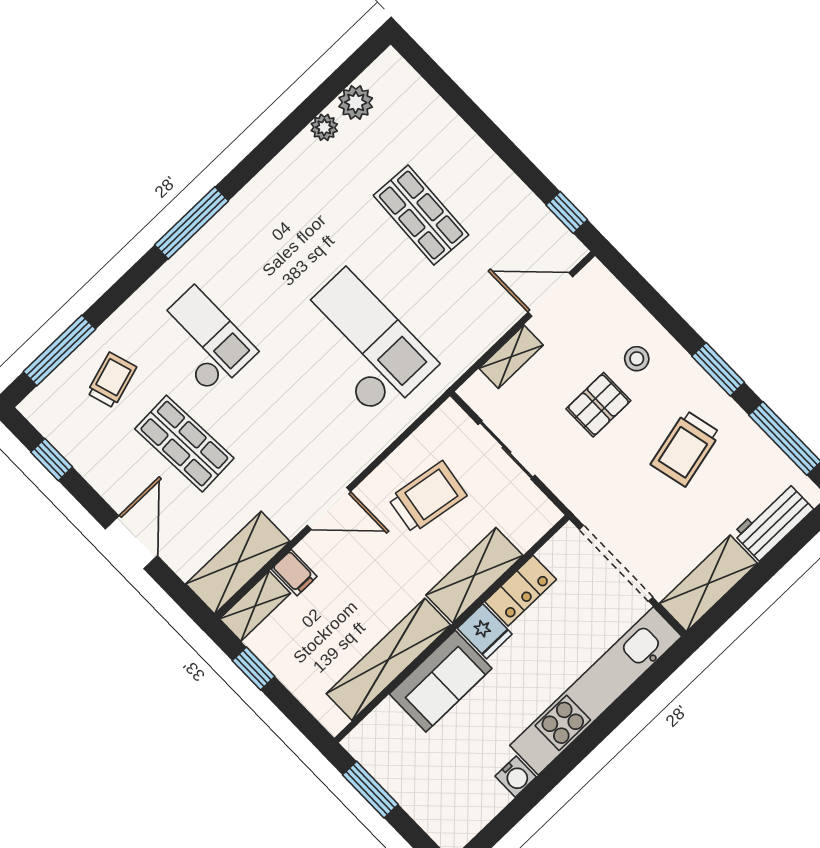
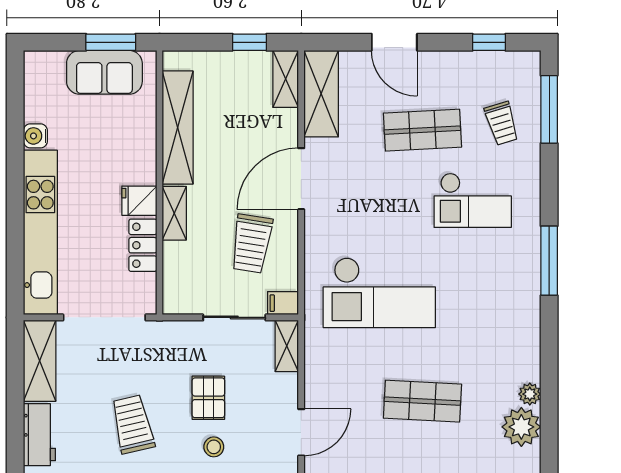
plant: (356, 102) -> (521, 427), width x1.36, depth x1.36
shelving: (511, 357) -> (287, 346), moved
door: (329, 508) -> (301, 179), width x1.36
filing cabinet: (294, 573) -> (283, 303), moved
shelving: (474, 575) -> (174, 213), width x0.67, depth x0.75
sofa: (441, 681) -> (104, 72), moved, turned -90

